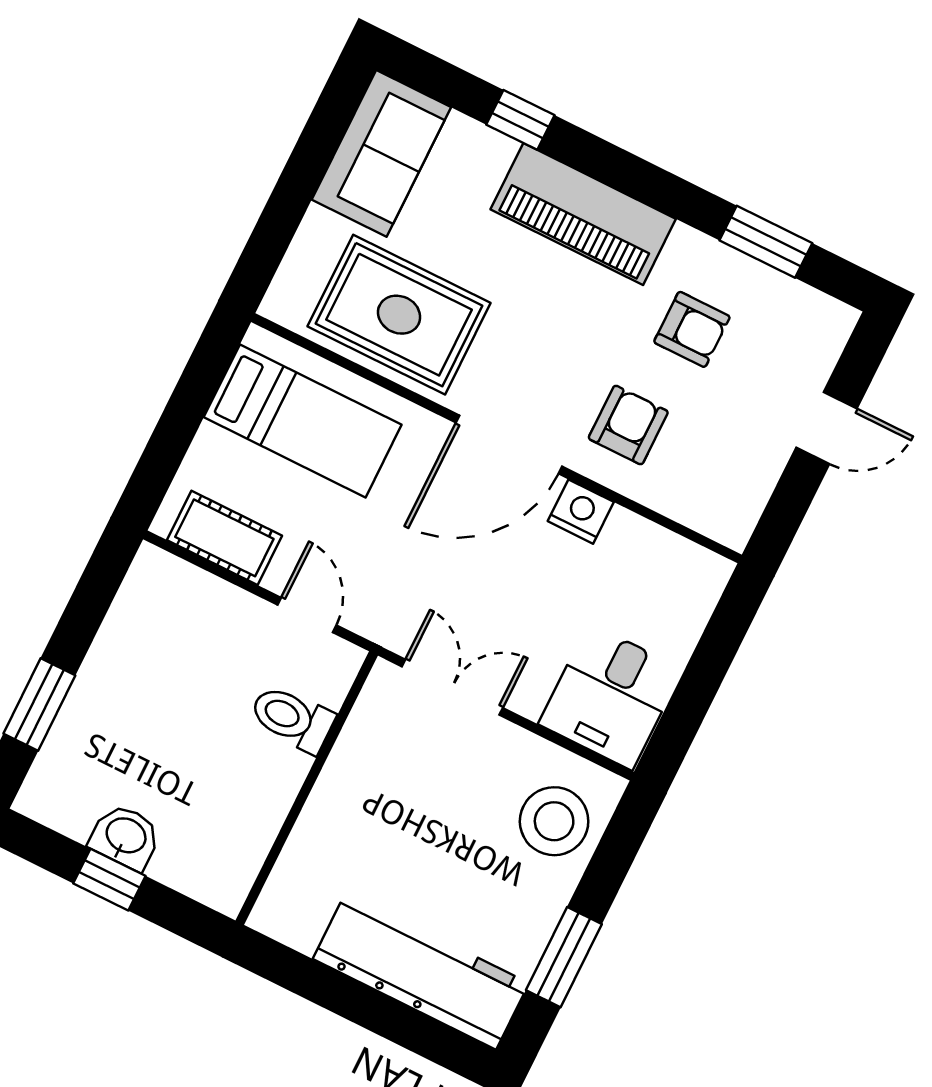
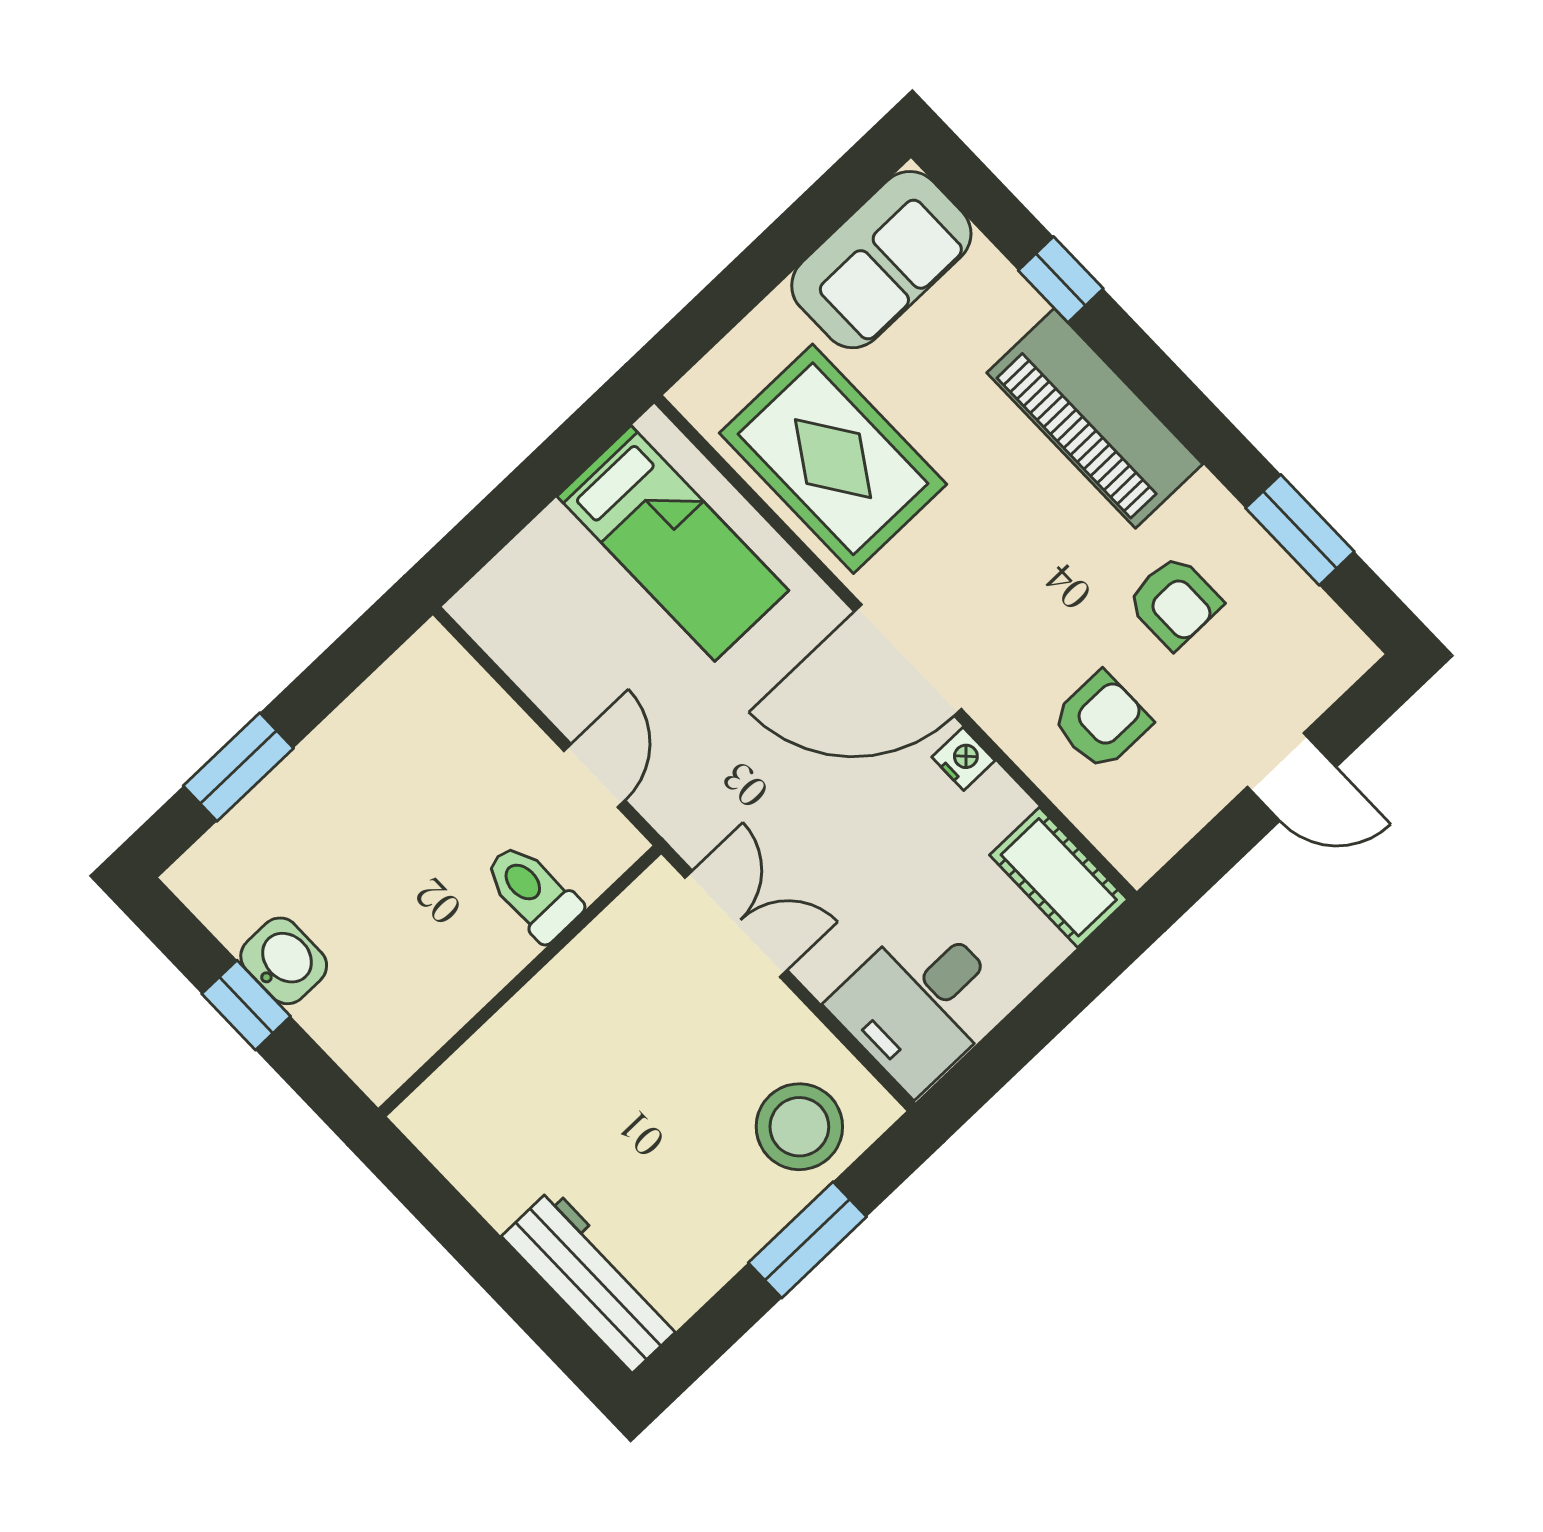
armchair: (628, 425) -> (1101, 721), moved
nightstand: (581, 512) -> (963, 759), width x0.72, depth x0.74
cot: (224, 538) -> (1059, 877), moved
window: (564, 957) -> (807, 1240), moved
workbench: (421, 971) -> (592, 1280), width x0.73, depth x0.76

